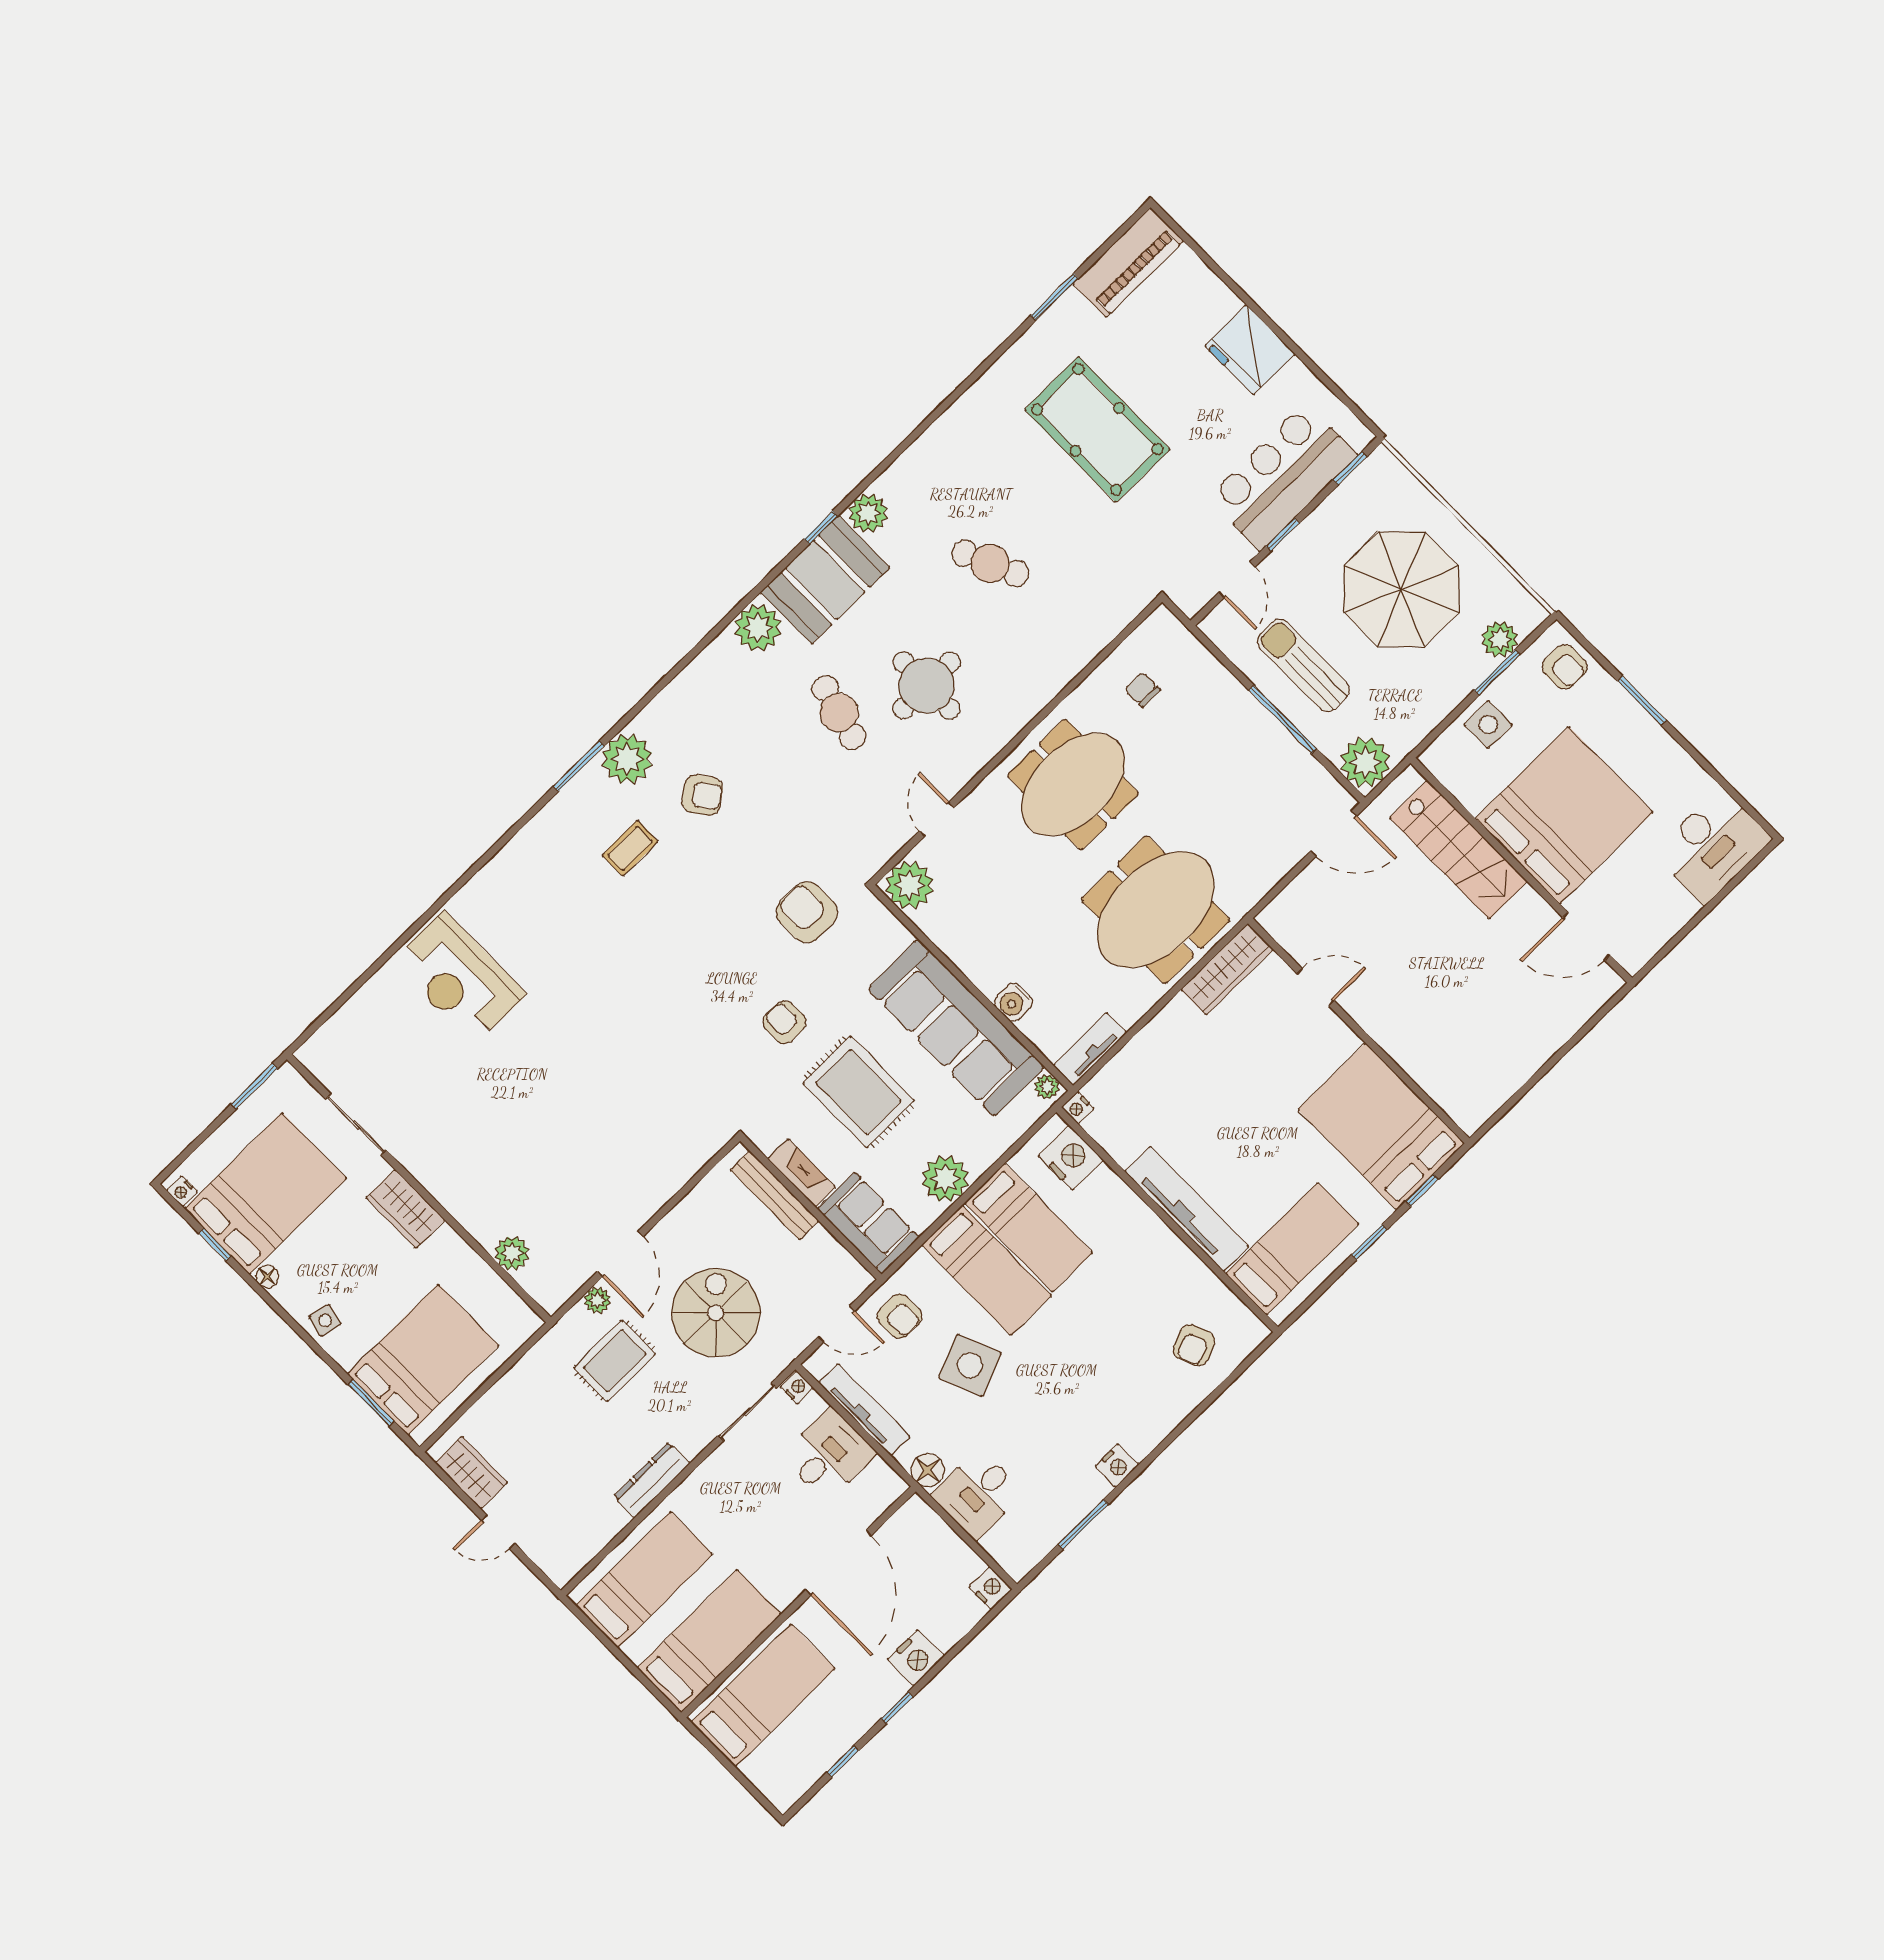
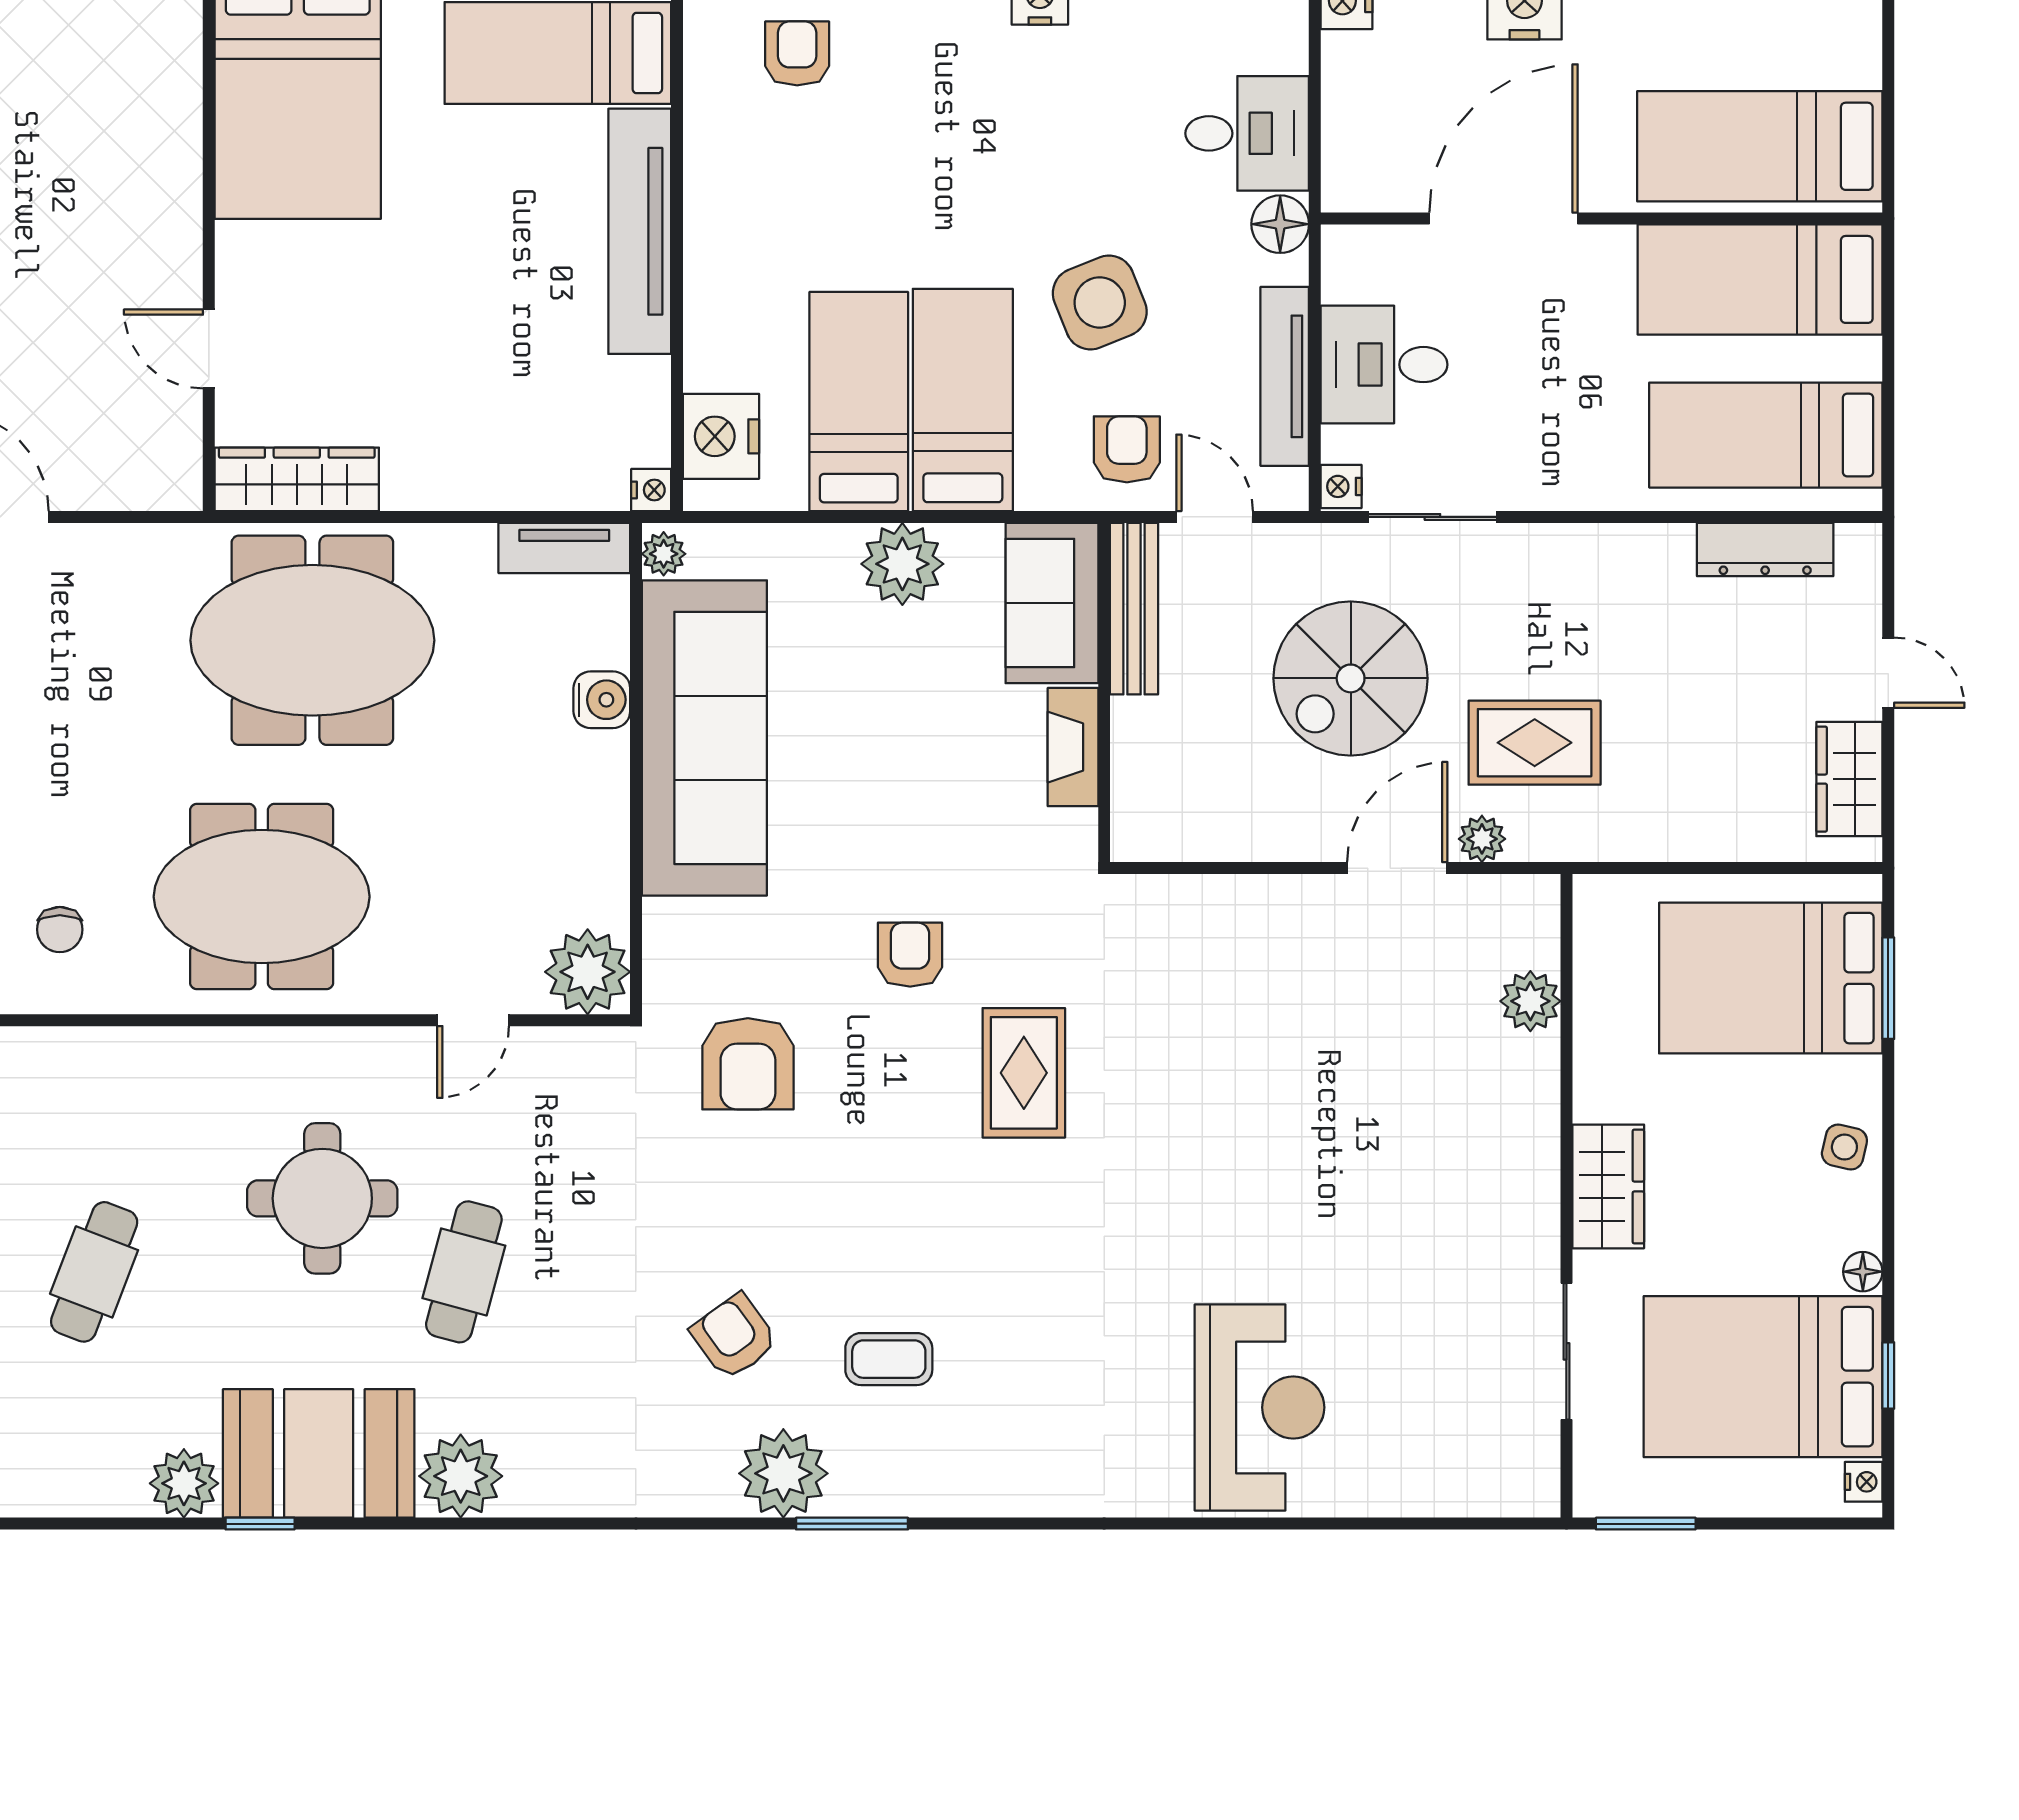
cafe table: (990, 563) -> (94, 1272), turned 45
armchair: (785, 1022) -> (910, 955), turned 180
rug: (859, 1092) -> (1024, 1073), moved, width x0.73, depth x0.70
bench: (775, 1195) -> (1134, 609), moved
armchair: (1194, 1345) -> (797, 53), turned -67
dresser: (652, 1480) -> (1765, 549), moved

